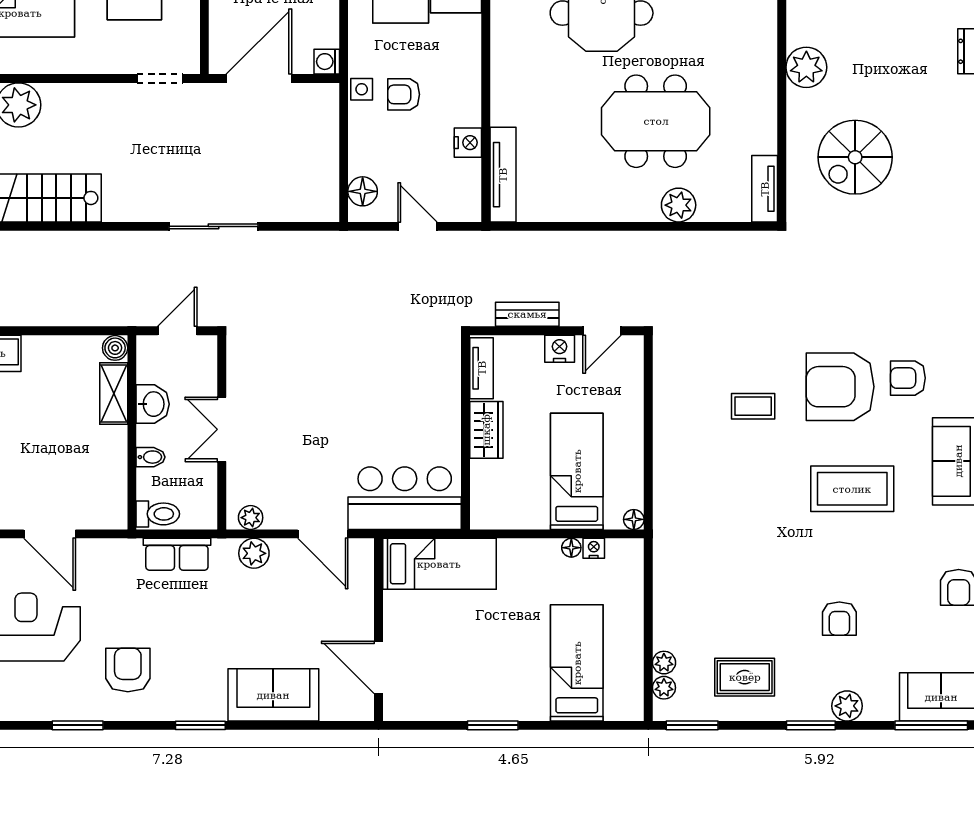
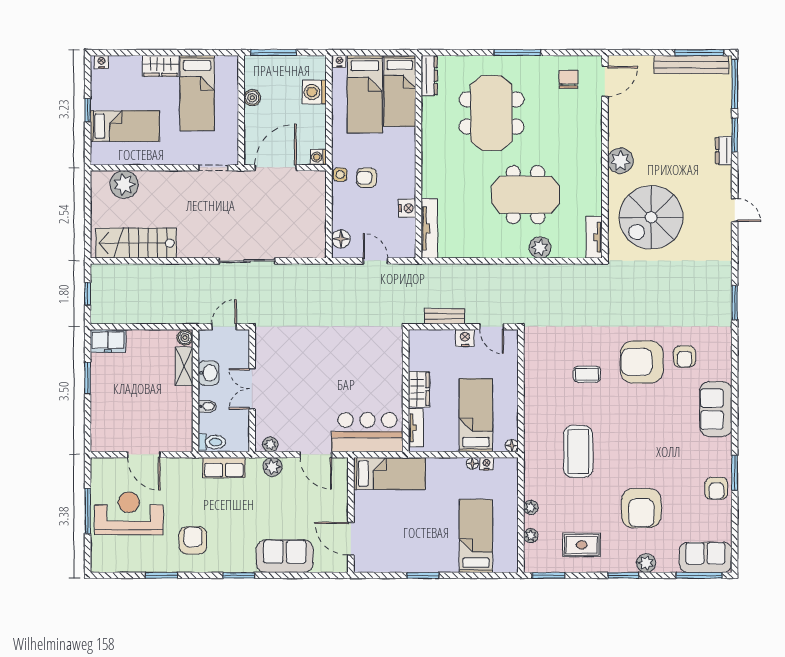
spiral stairs: (855, 157) -> (651, 217), width x1.37, depth x1.37
door: (602, 331) -> (492, 327), hinge flipped
tv unit: (482, 368) -> (416, 428), moved
armchair: (908, 378) -> (684, 356), turned -90
coffee table: (852, 489) -> (578, 451), moved, turned 90
armchair: (839, 619) -> (641, 508), width x1.88, depth x1.88
plant: (664, 688) -> (531, 507), moved

